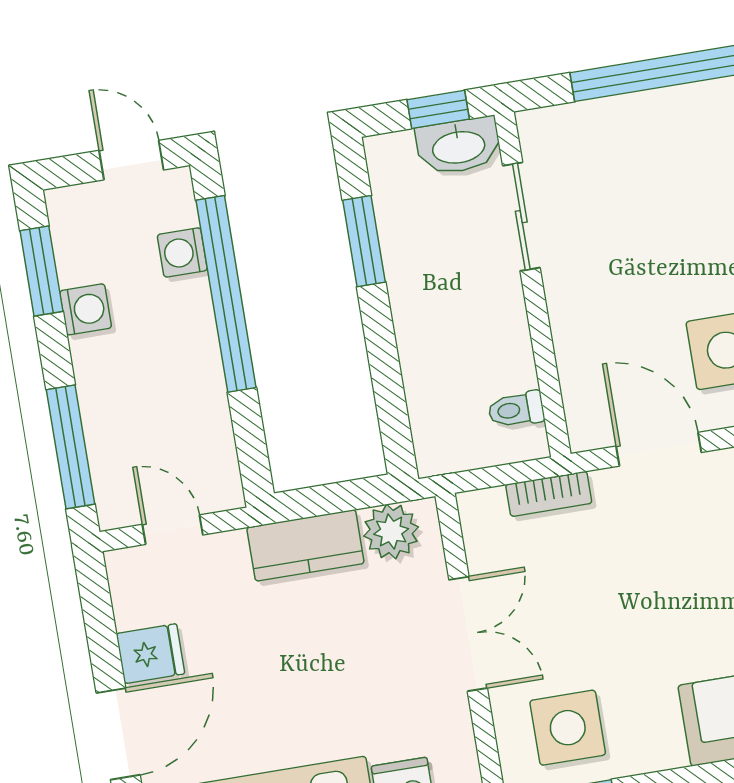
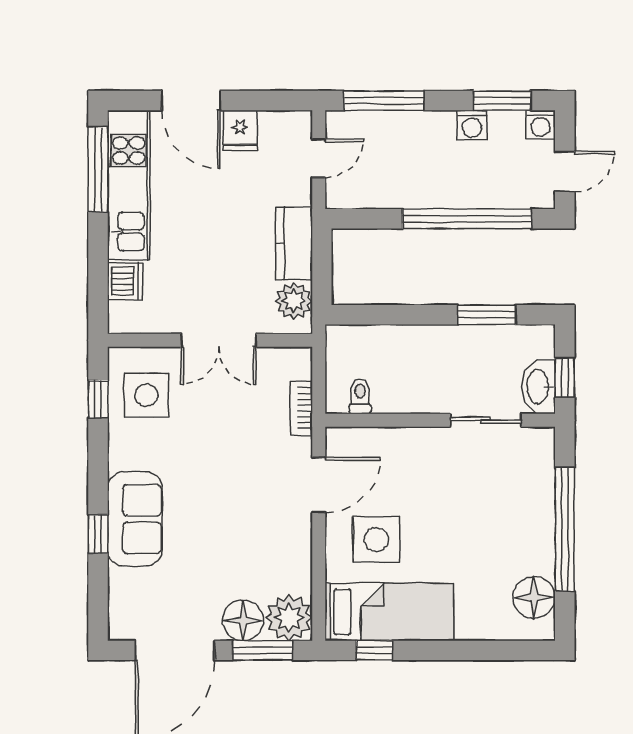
washing machine: (182, 252) -> (541, 125), moved, turned 180

